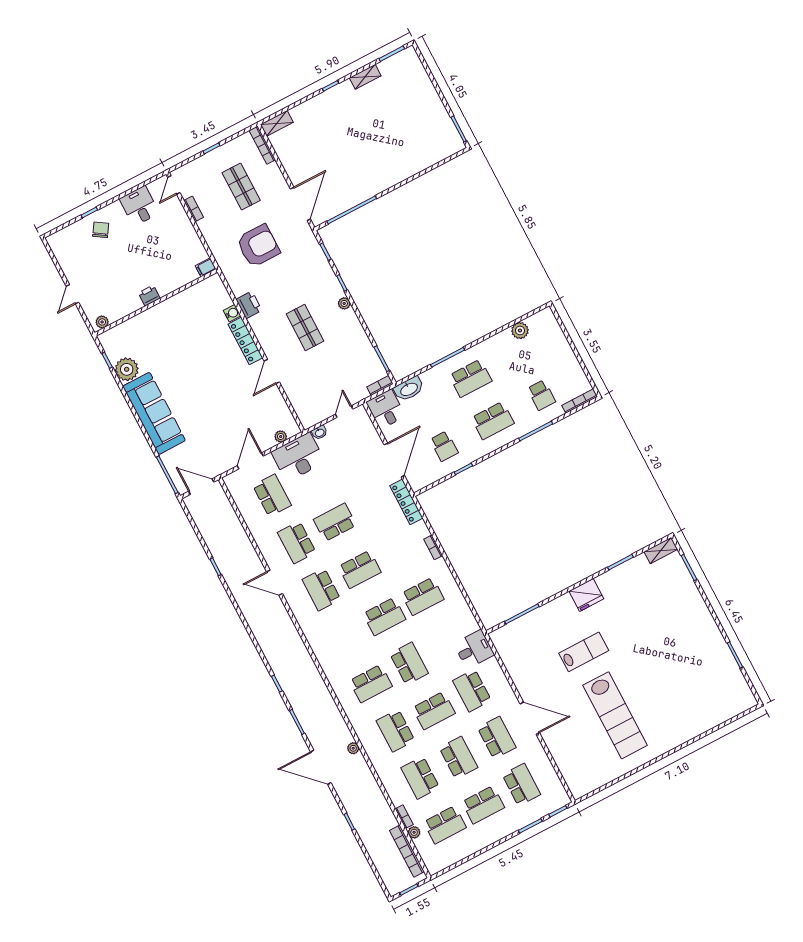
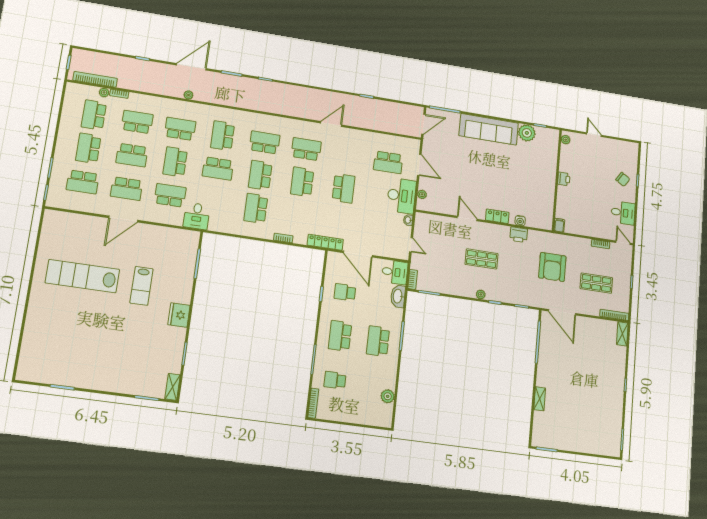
shelving: (365, 77) -> (540, 399), moved
locker: (245, 341) -> (497, 216), width x0.66
school desk: (297, 542) -> (265, 142), moved

